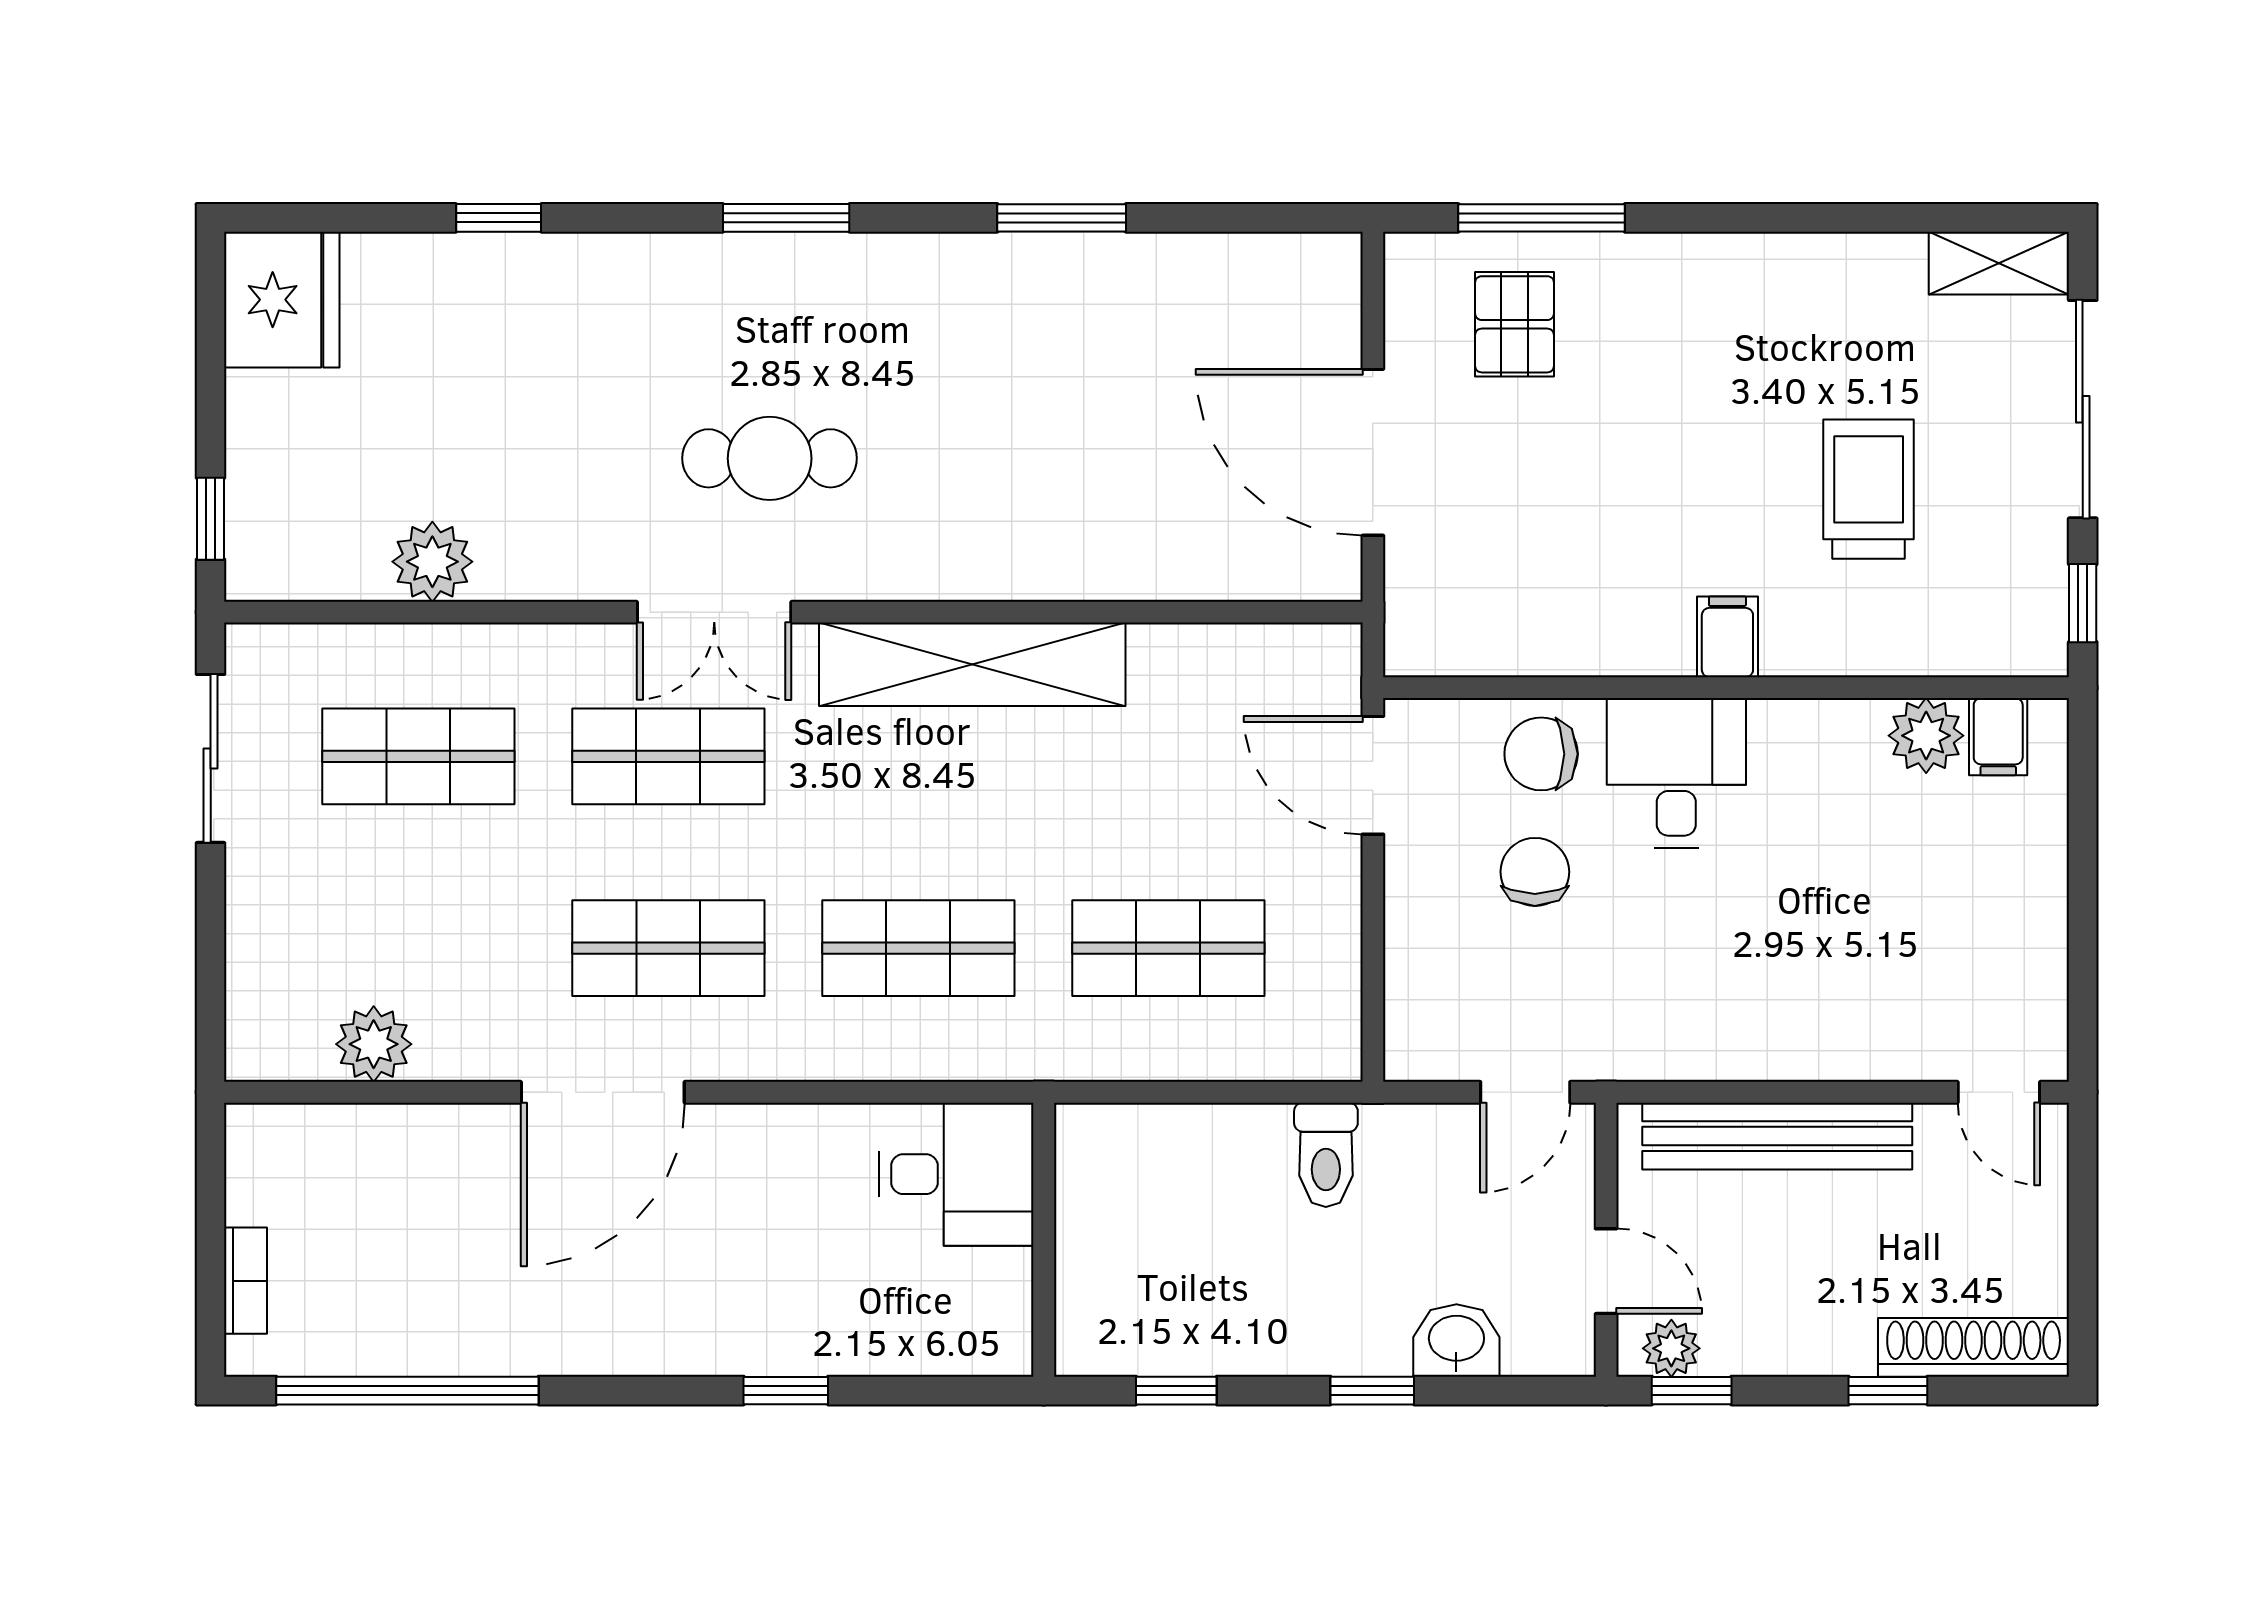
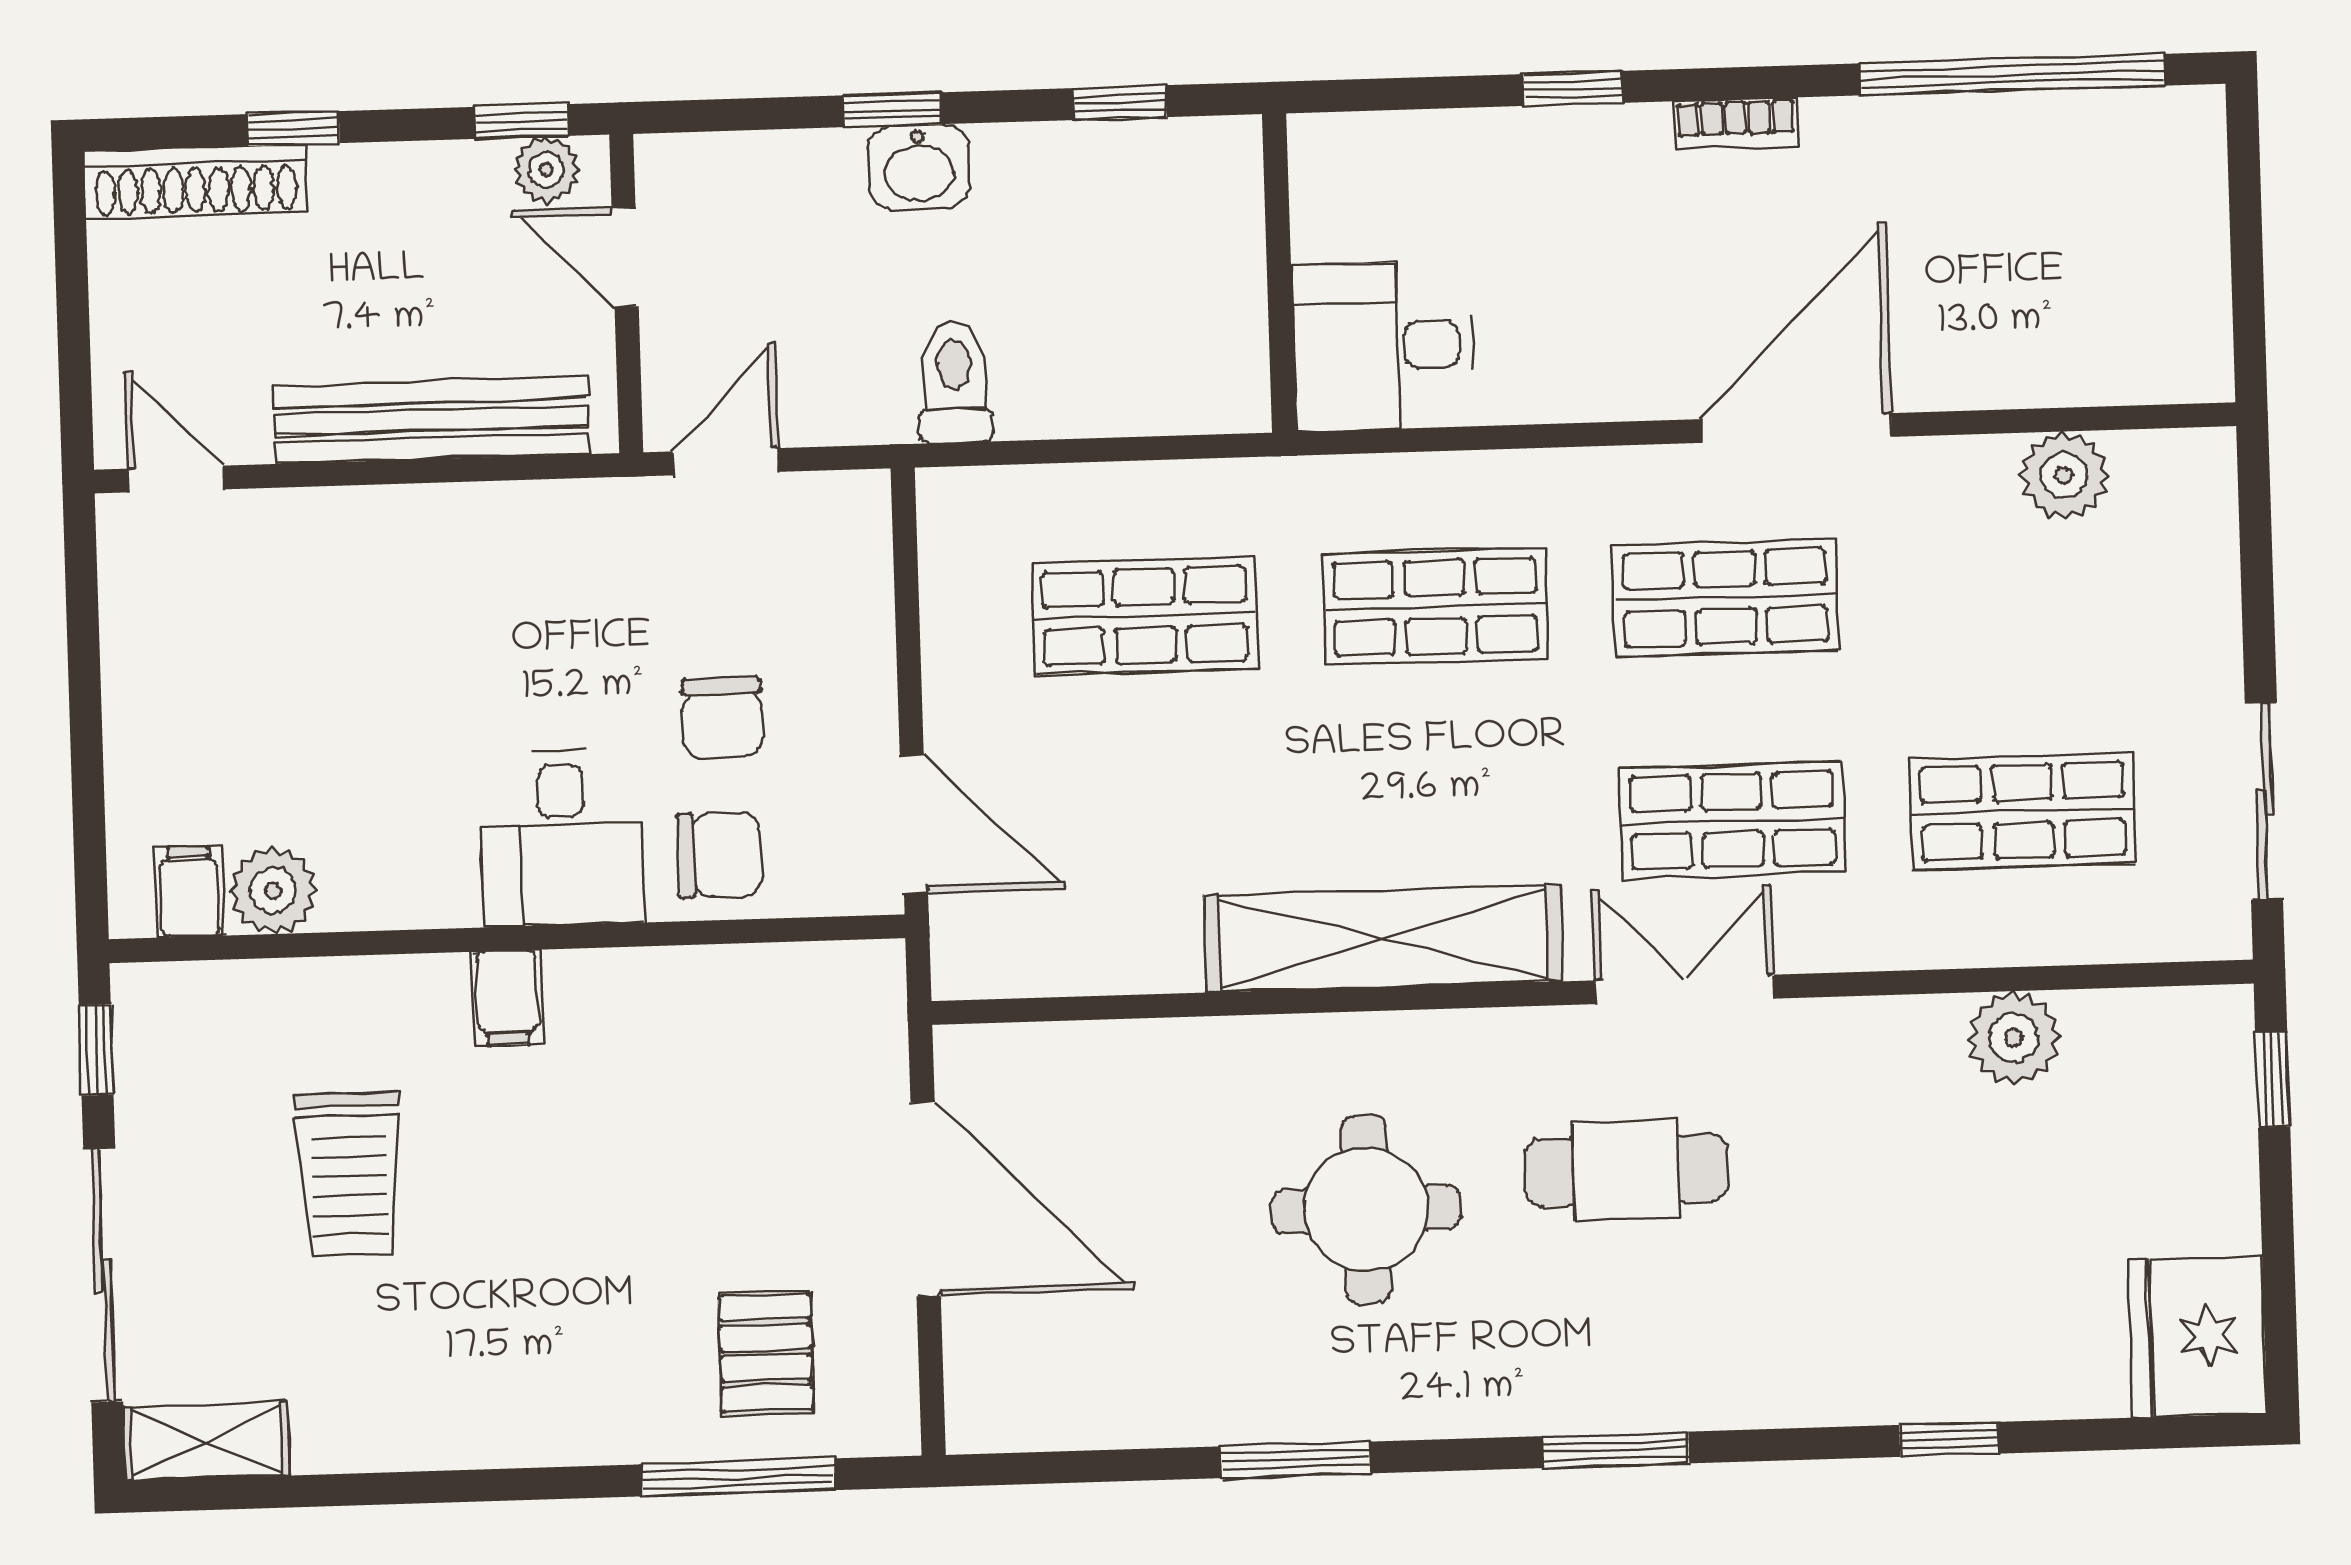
round table: (994, 432) -> (1366, 1209), added
bookcase: (246, 1281) -> (1736, 124), moved, turned -90
washbasin: (1456, 1340) -> (919, 167), moved

